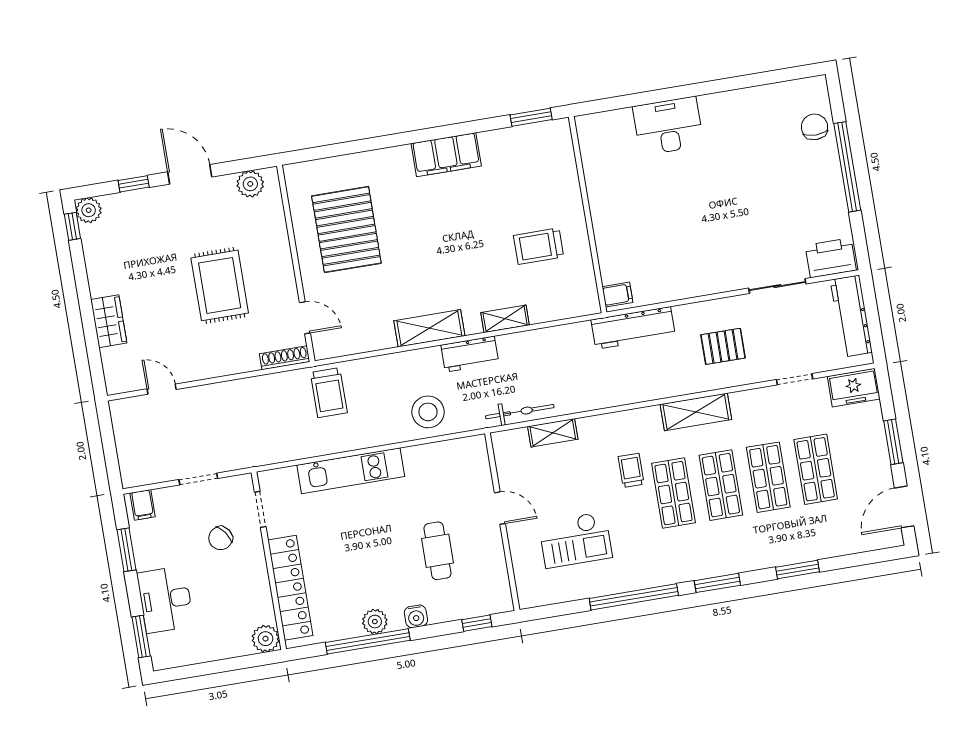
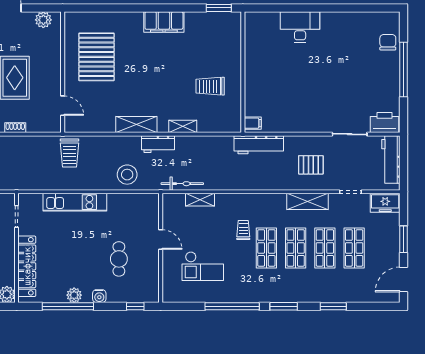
shoe rack: (285, 358) -> (15, 128), moved, width x0.70
shelving: (696, 412) -> (308, 201), moved

